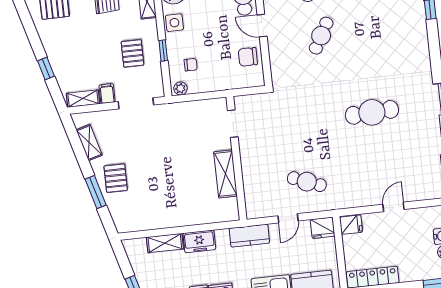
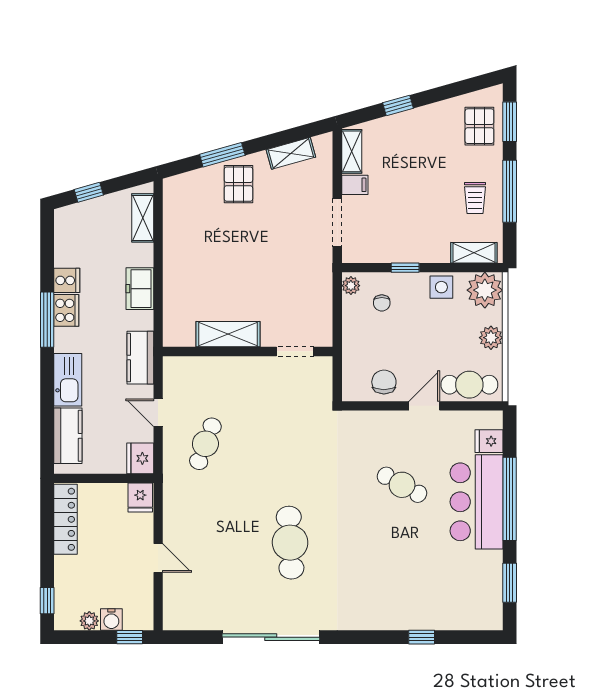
pallet: (132, 53) -> (406, 225), removed
pallet: (116, 178) -> (238, 184), turned 90
shelving: (165, 243) -> (143, 218), moved

